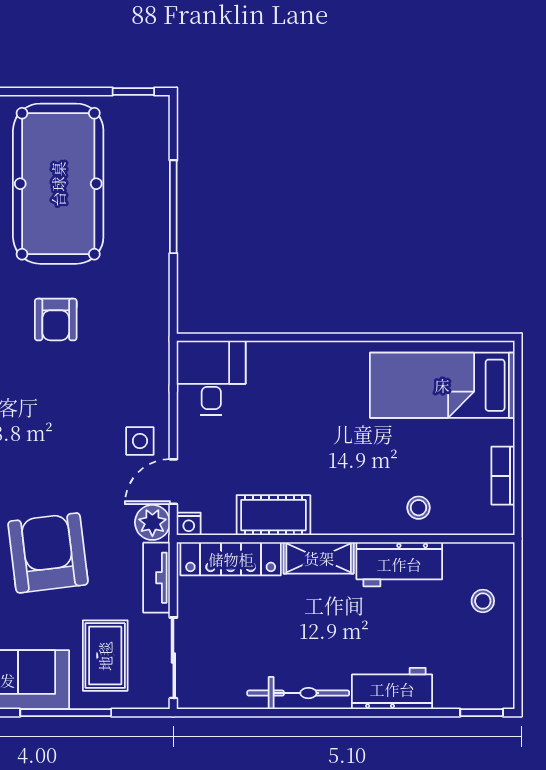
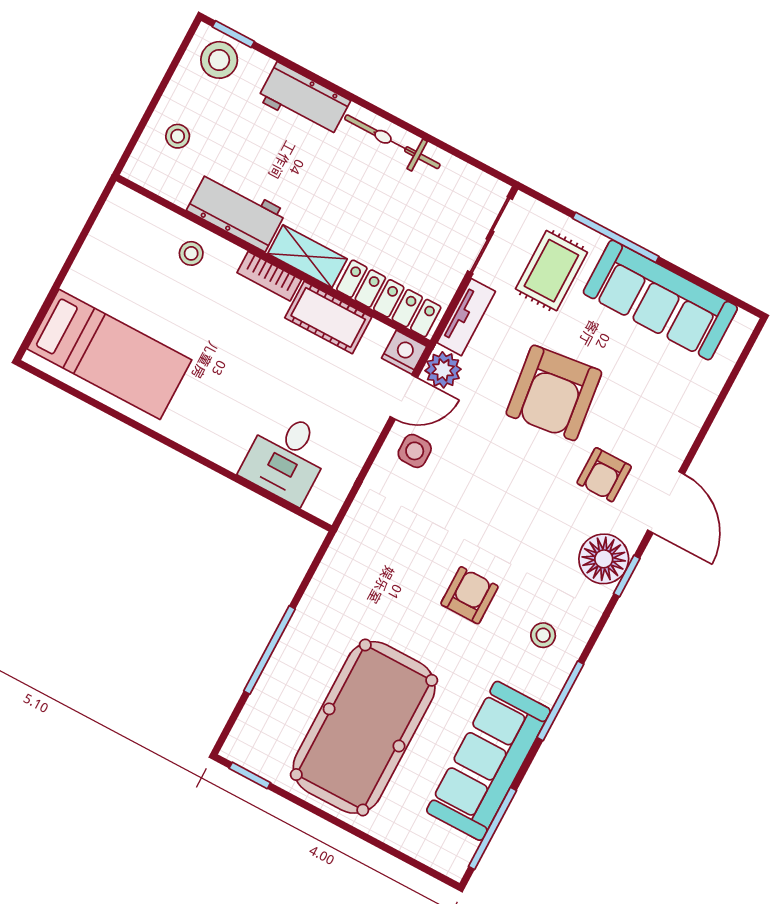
armchair: (56, 320) -> (469, 595), moved
desk: (211, 378) -> (287, 457), moved
bookcase: (503, 476) -> (269, 276), moved, turned 90
nightstand: (189, 524) -> (404, 352), width x1.39, depth x1.35
stool: (482, 684) -> (219, 60), added

